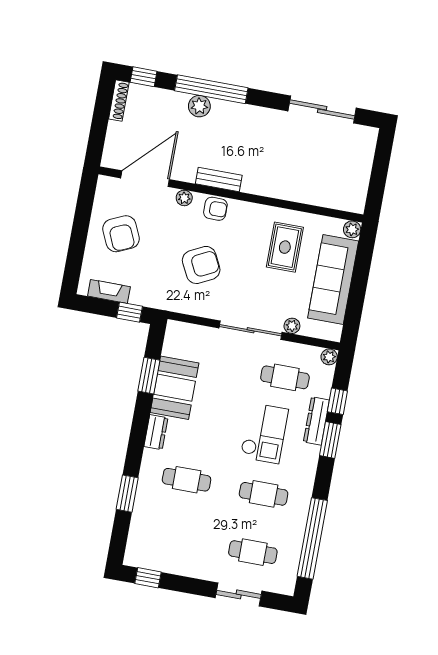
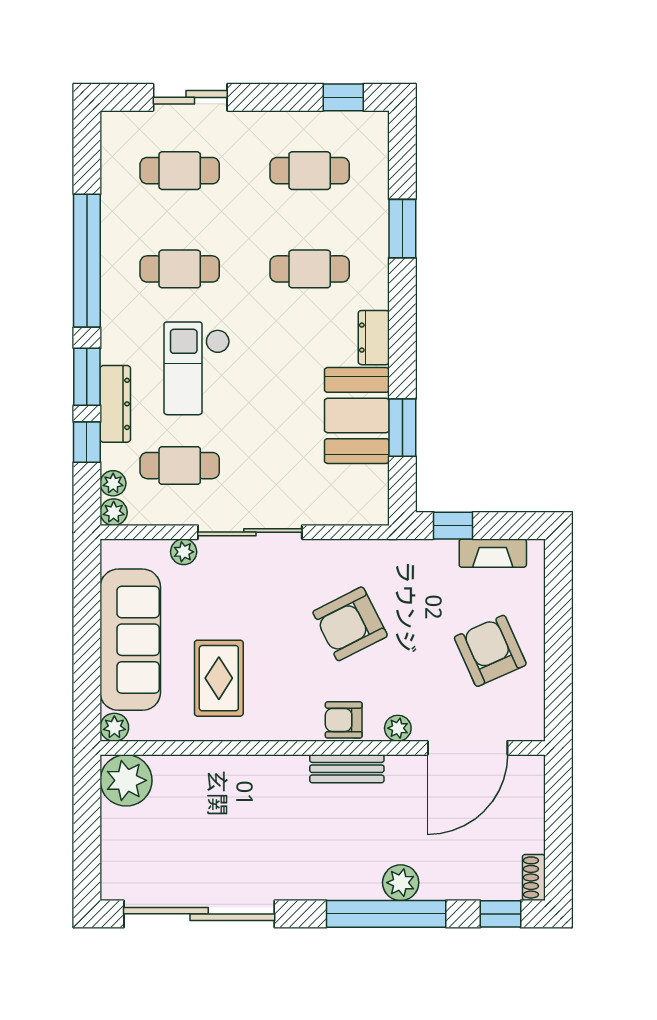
shoe rack: (119, 101) -> (534, 877), width x0.70
sliding door: (322, 109) -> (199, 914), width x1.36
plant: (351, 197) -> (126, 780), added
plant: (326, 374) -> (113, 483), added
cafe table: (176, 538) -> (310, 171), added
window: (312, 538) -> (87, 261), moved

